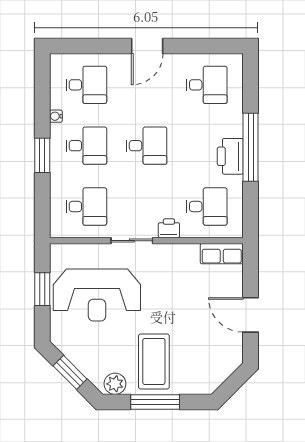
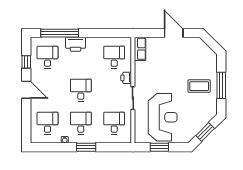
window: (198, 46) -> (26, 62), added
window: (251, 147) -> (60, 33), moved
printer: (230, 156) -> (76, 44), moved
door: (251, 315) -> (174, 33), swing flipped
coffee table: (154, 361) -> (199, 86), width x0.73, depth x0.76
plant: (115, 384) -> (211, 107), removed

